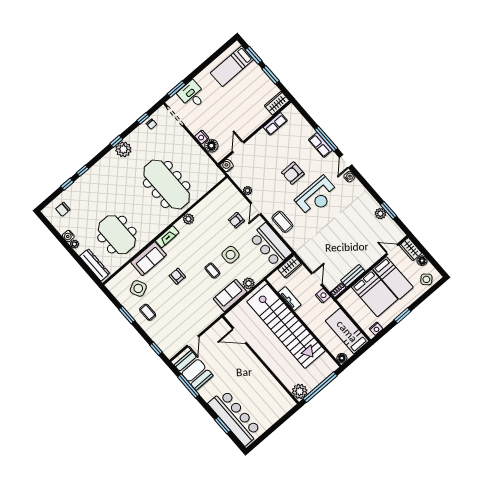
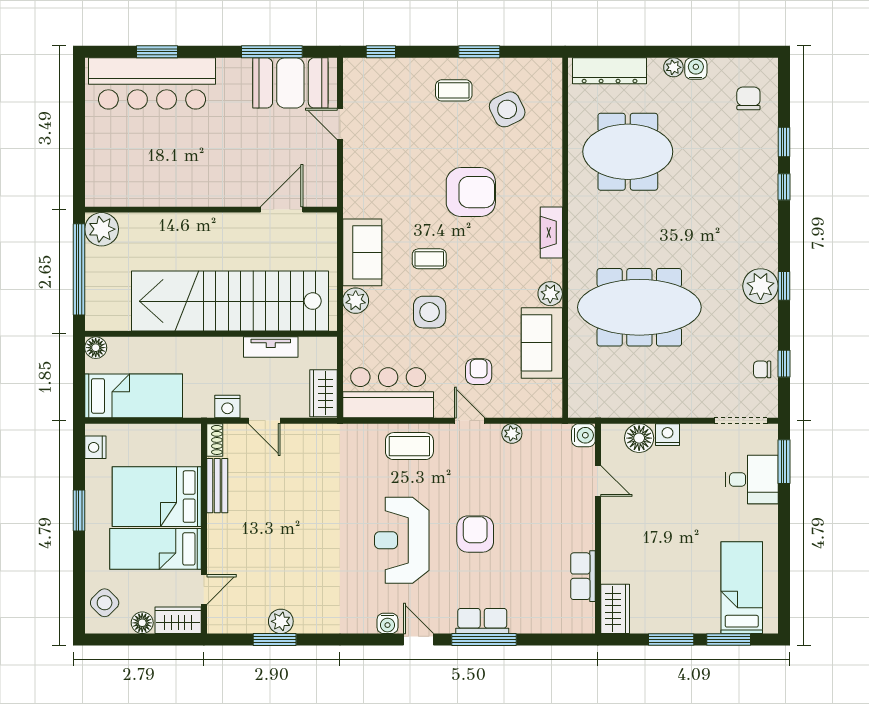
sofa: (149, 259) -> (542, 343), moved
armchair: (177, 276) -> (471, 192), width x1.88, depth x1.88

